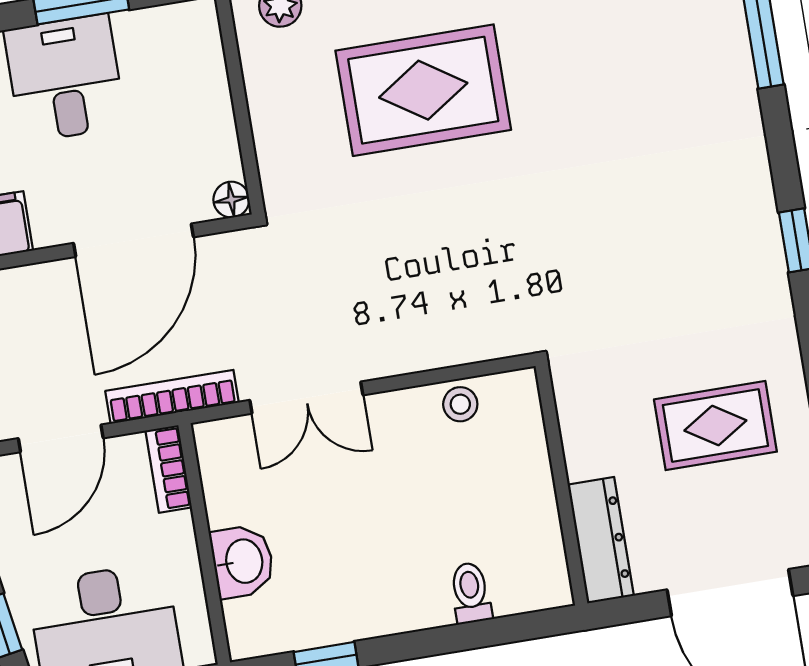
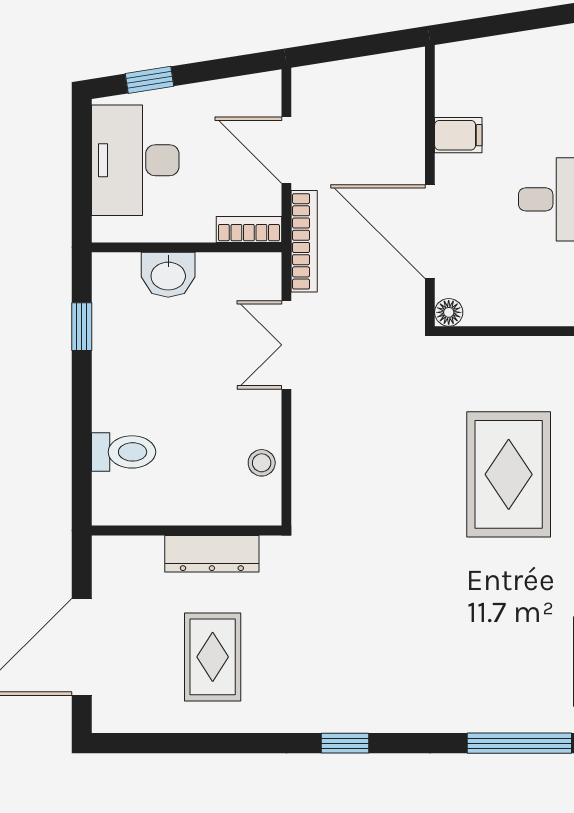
dresser: (601, 540) -> (212, 554), moved
toilet: (471, 593) -> (124, 452), width x1.37, depth x1.39

